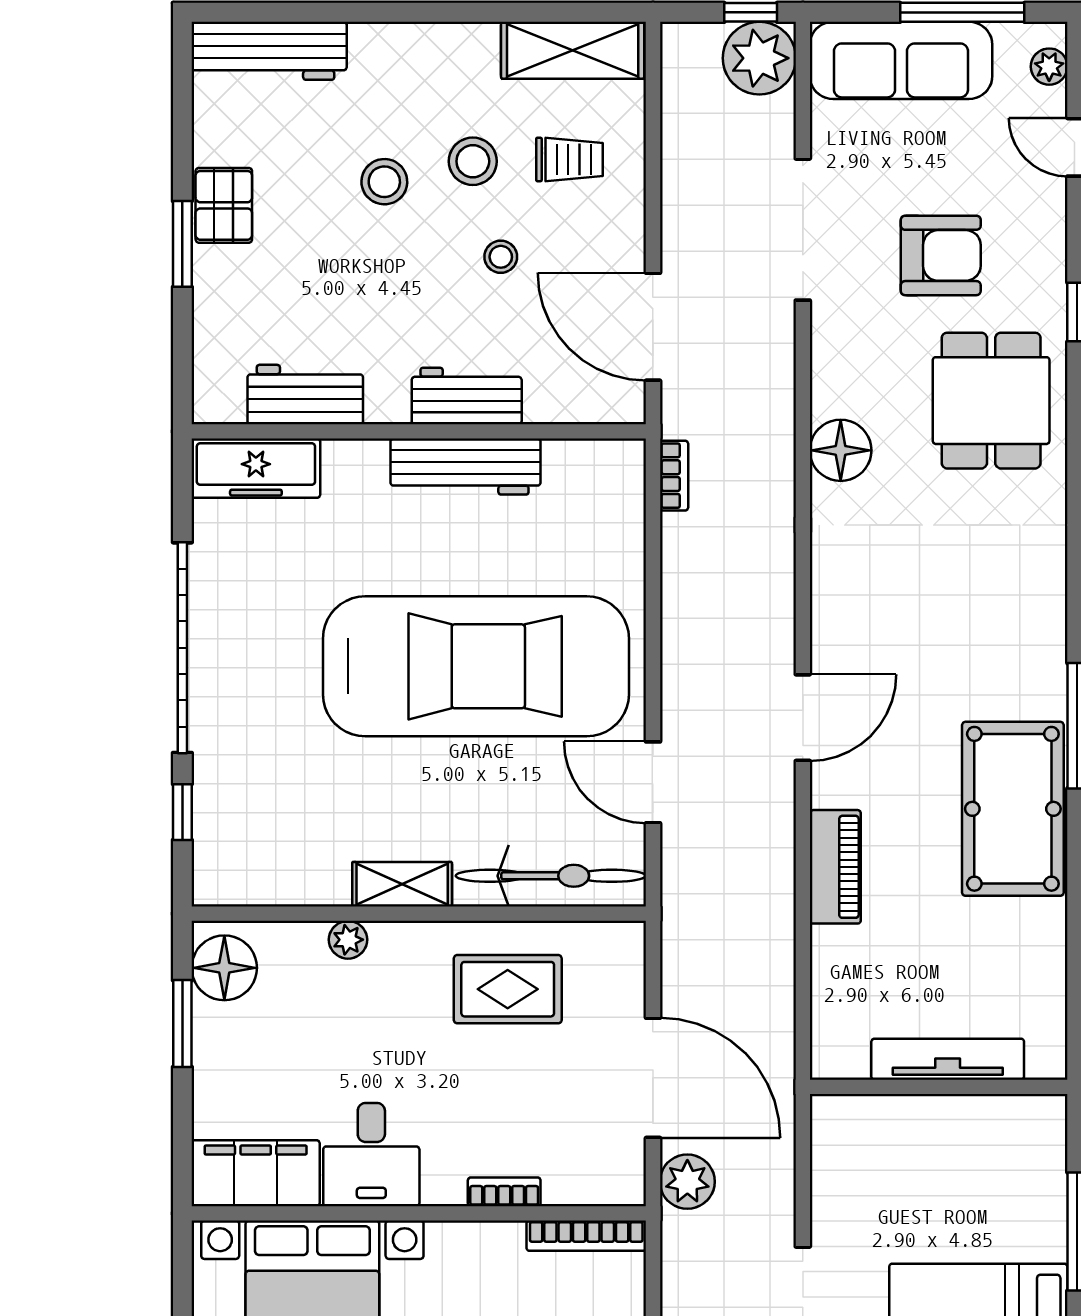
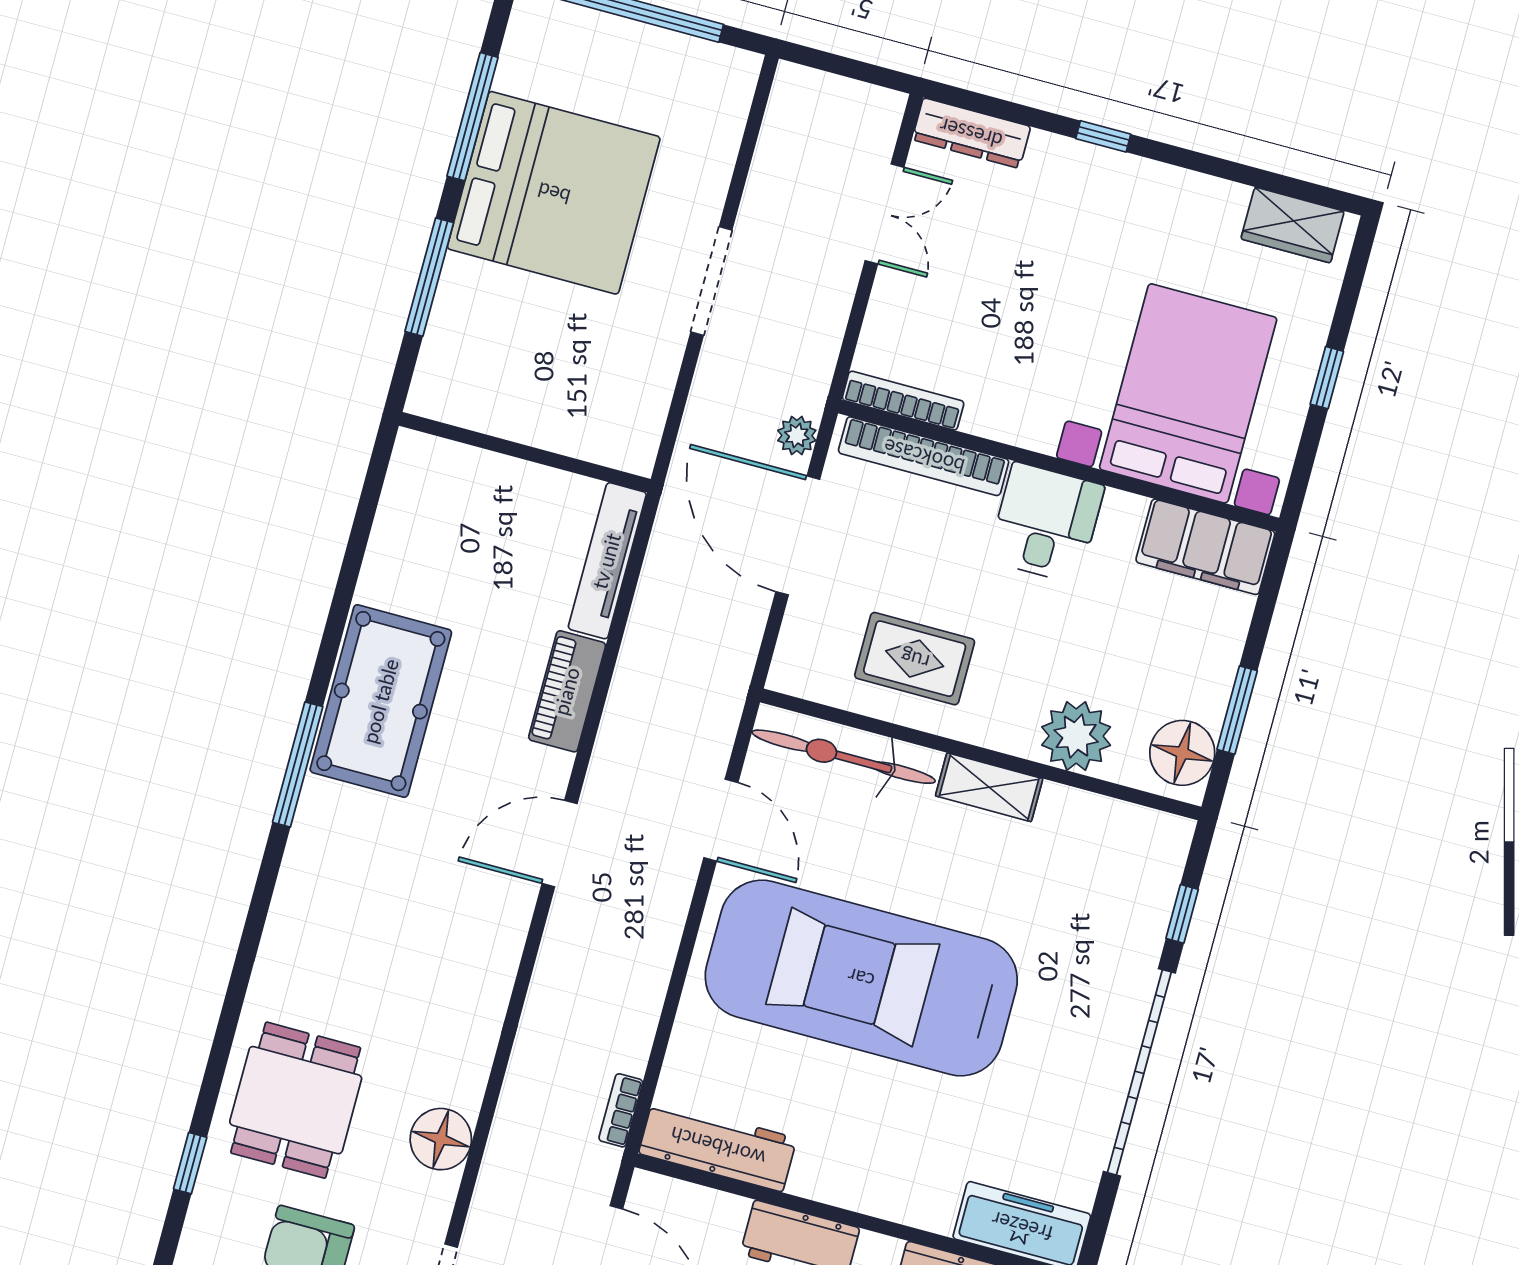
floor lamp: (841, 450) -> (441, 1139), moved
workbench: (466, 467) -> (718, 1146), moved
plant: (348, 940) -> (1076, 736), width x1.88, depth x1.88
tv unit: (948, 1059) -> (607, 561), moved, turned 90
desk: (371, 1155) -> (1046, 523), moved
plant: (687, 1182) -> (797, 435), width x0.73, depth x0.73
bookcase: (504, 1192) -> (924, 456), width x2.31, depth x1.31

